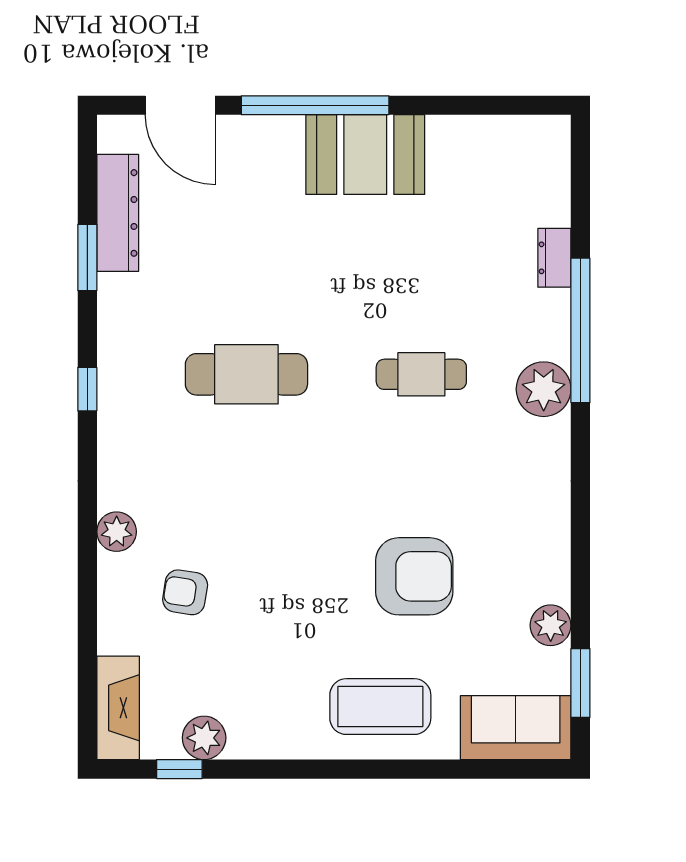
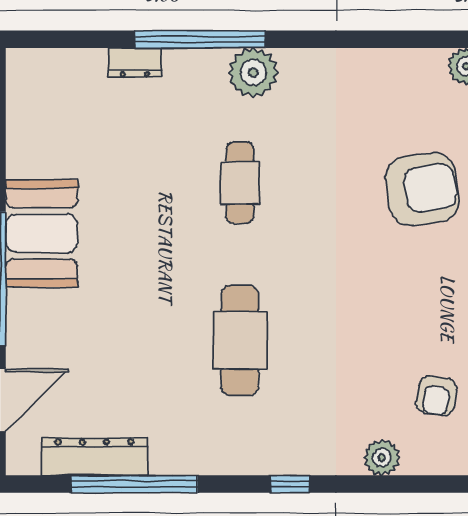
window: (87, 258) -> (135, 484), width x2.11
window: (87, 389) -> (290, 484), moved
armchair: (414, 576) -> (422, 189), turned 82

